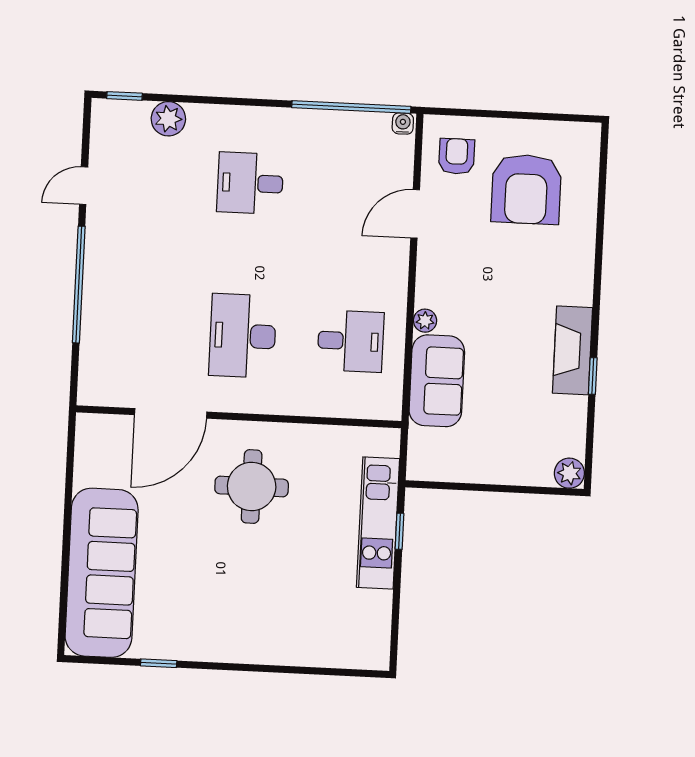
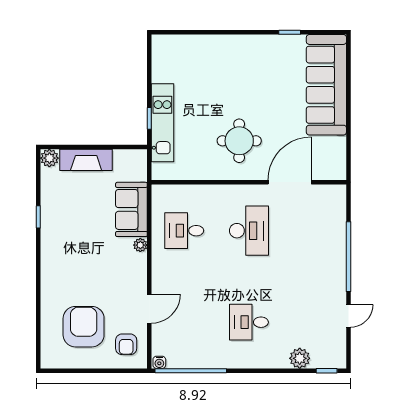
desk: (250, 183) -> (249, 322), turned 180
fireplace: (573, 350) -> (86, 160), moved, turned 90

